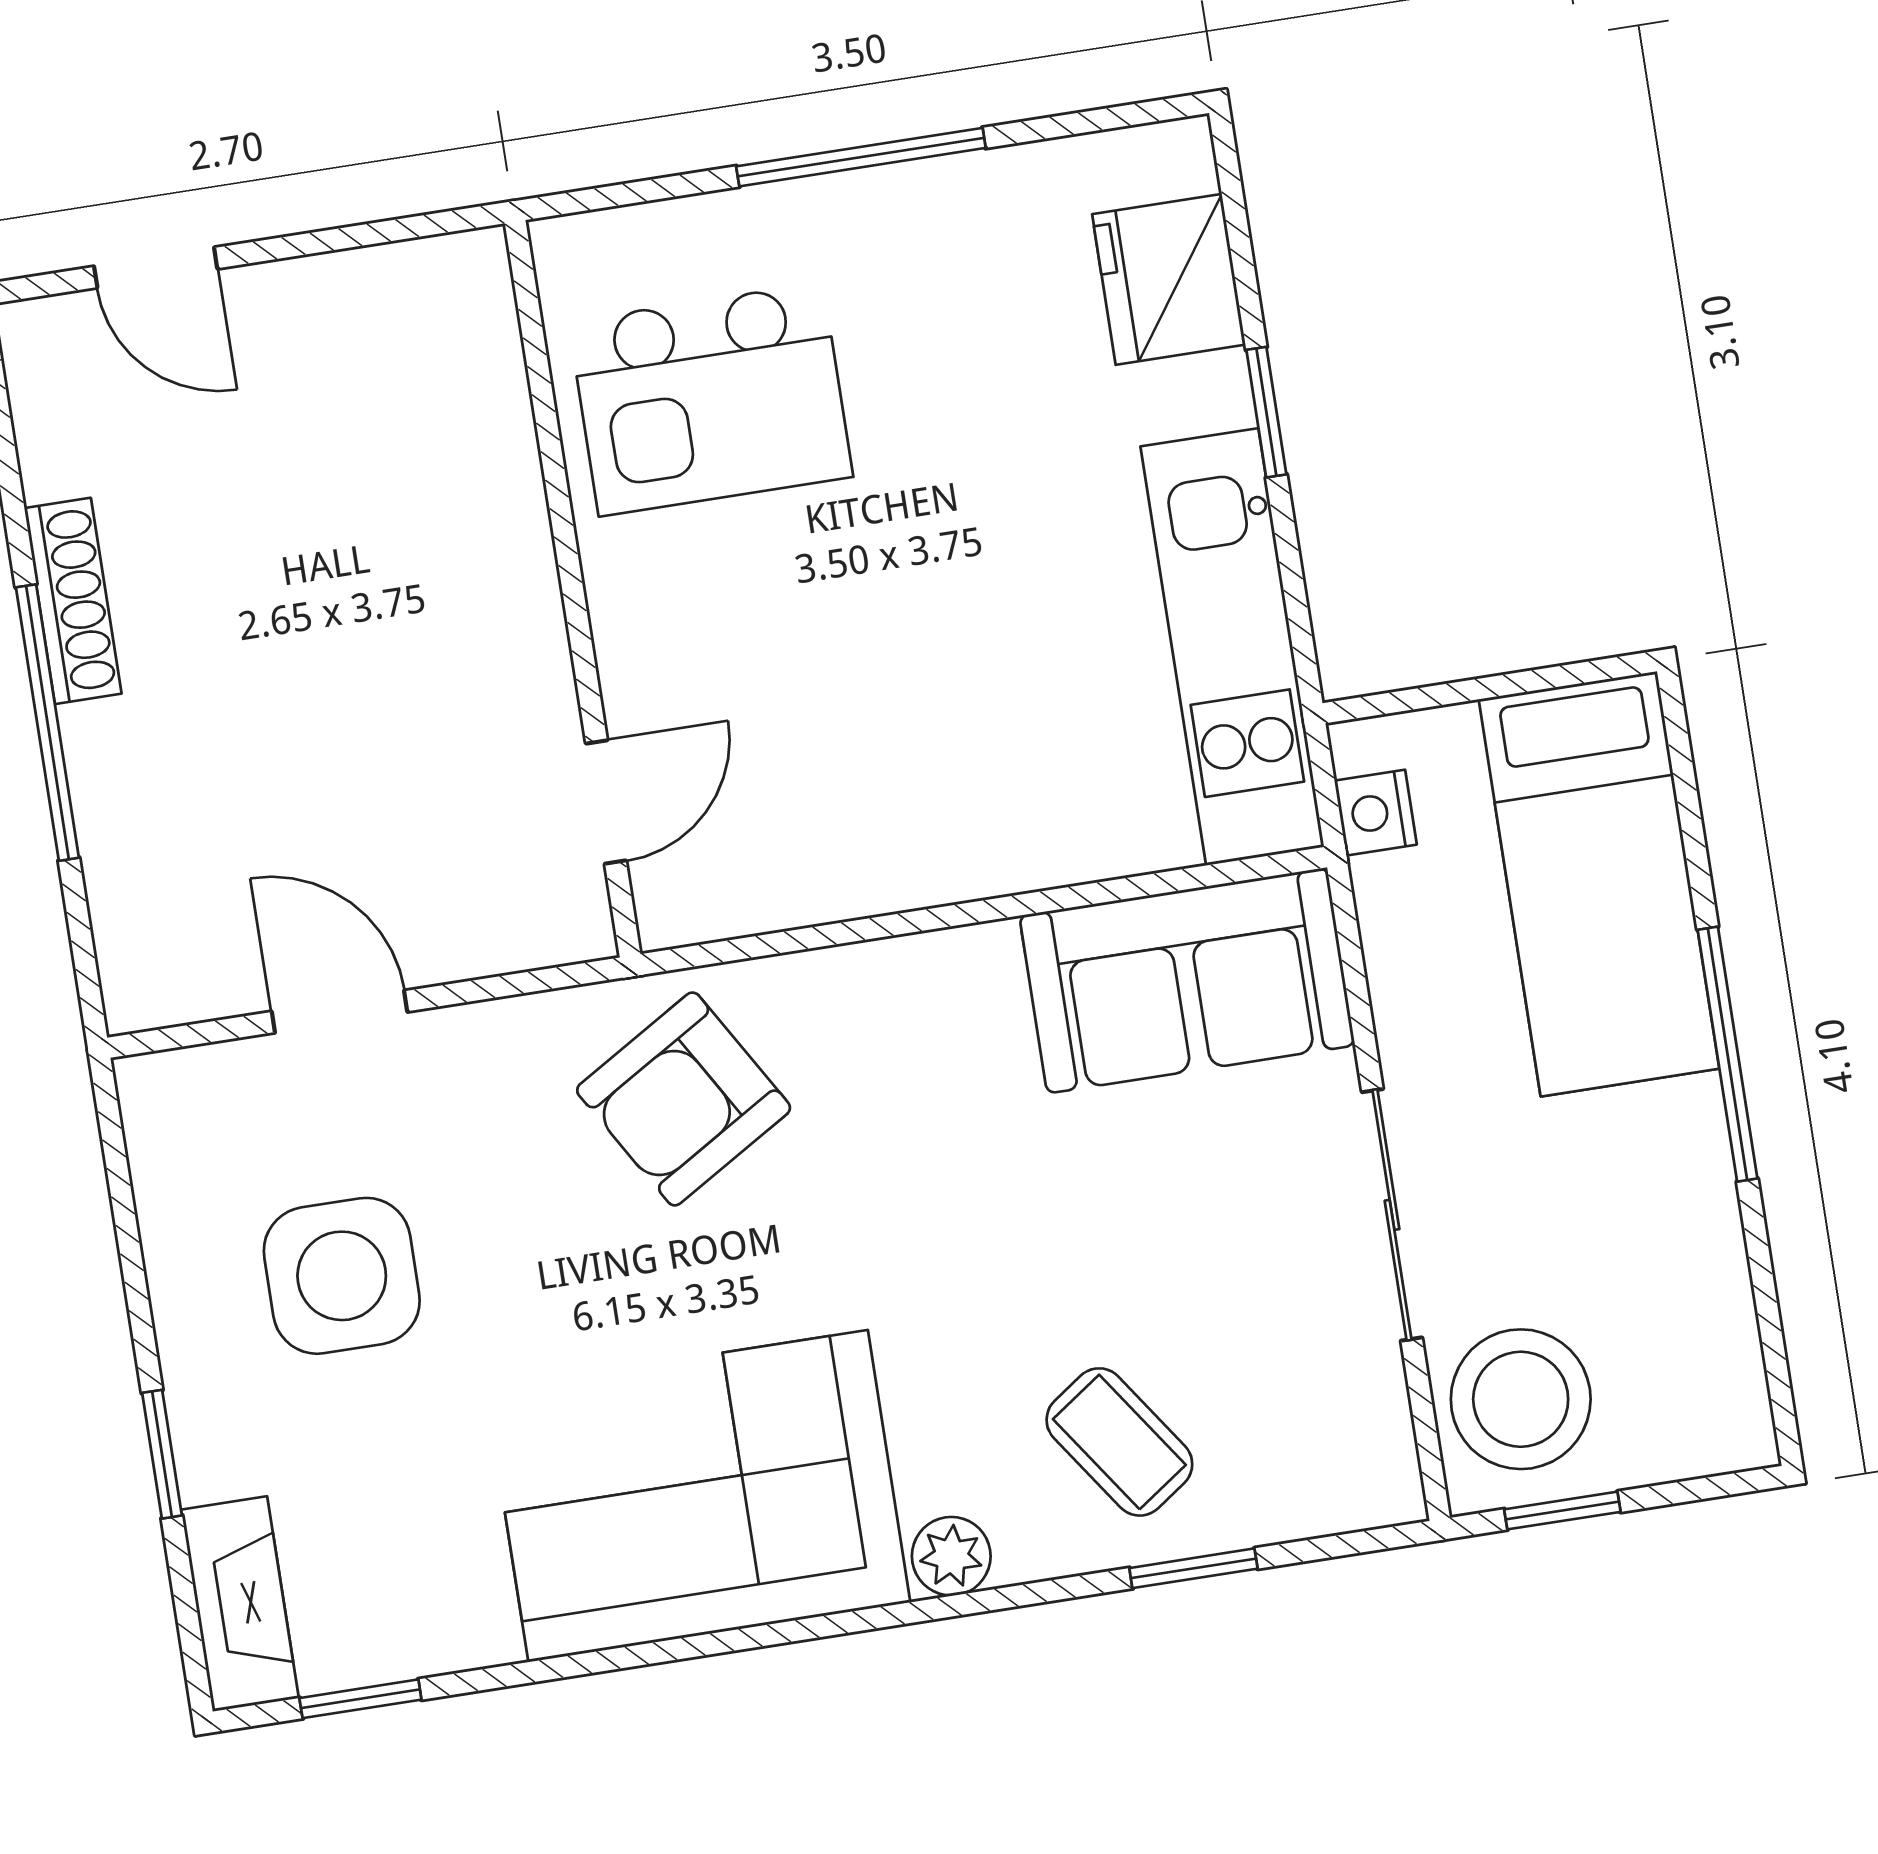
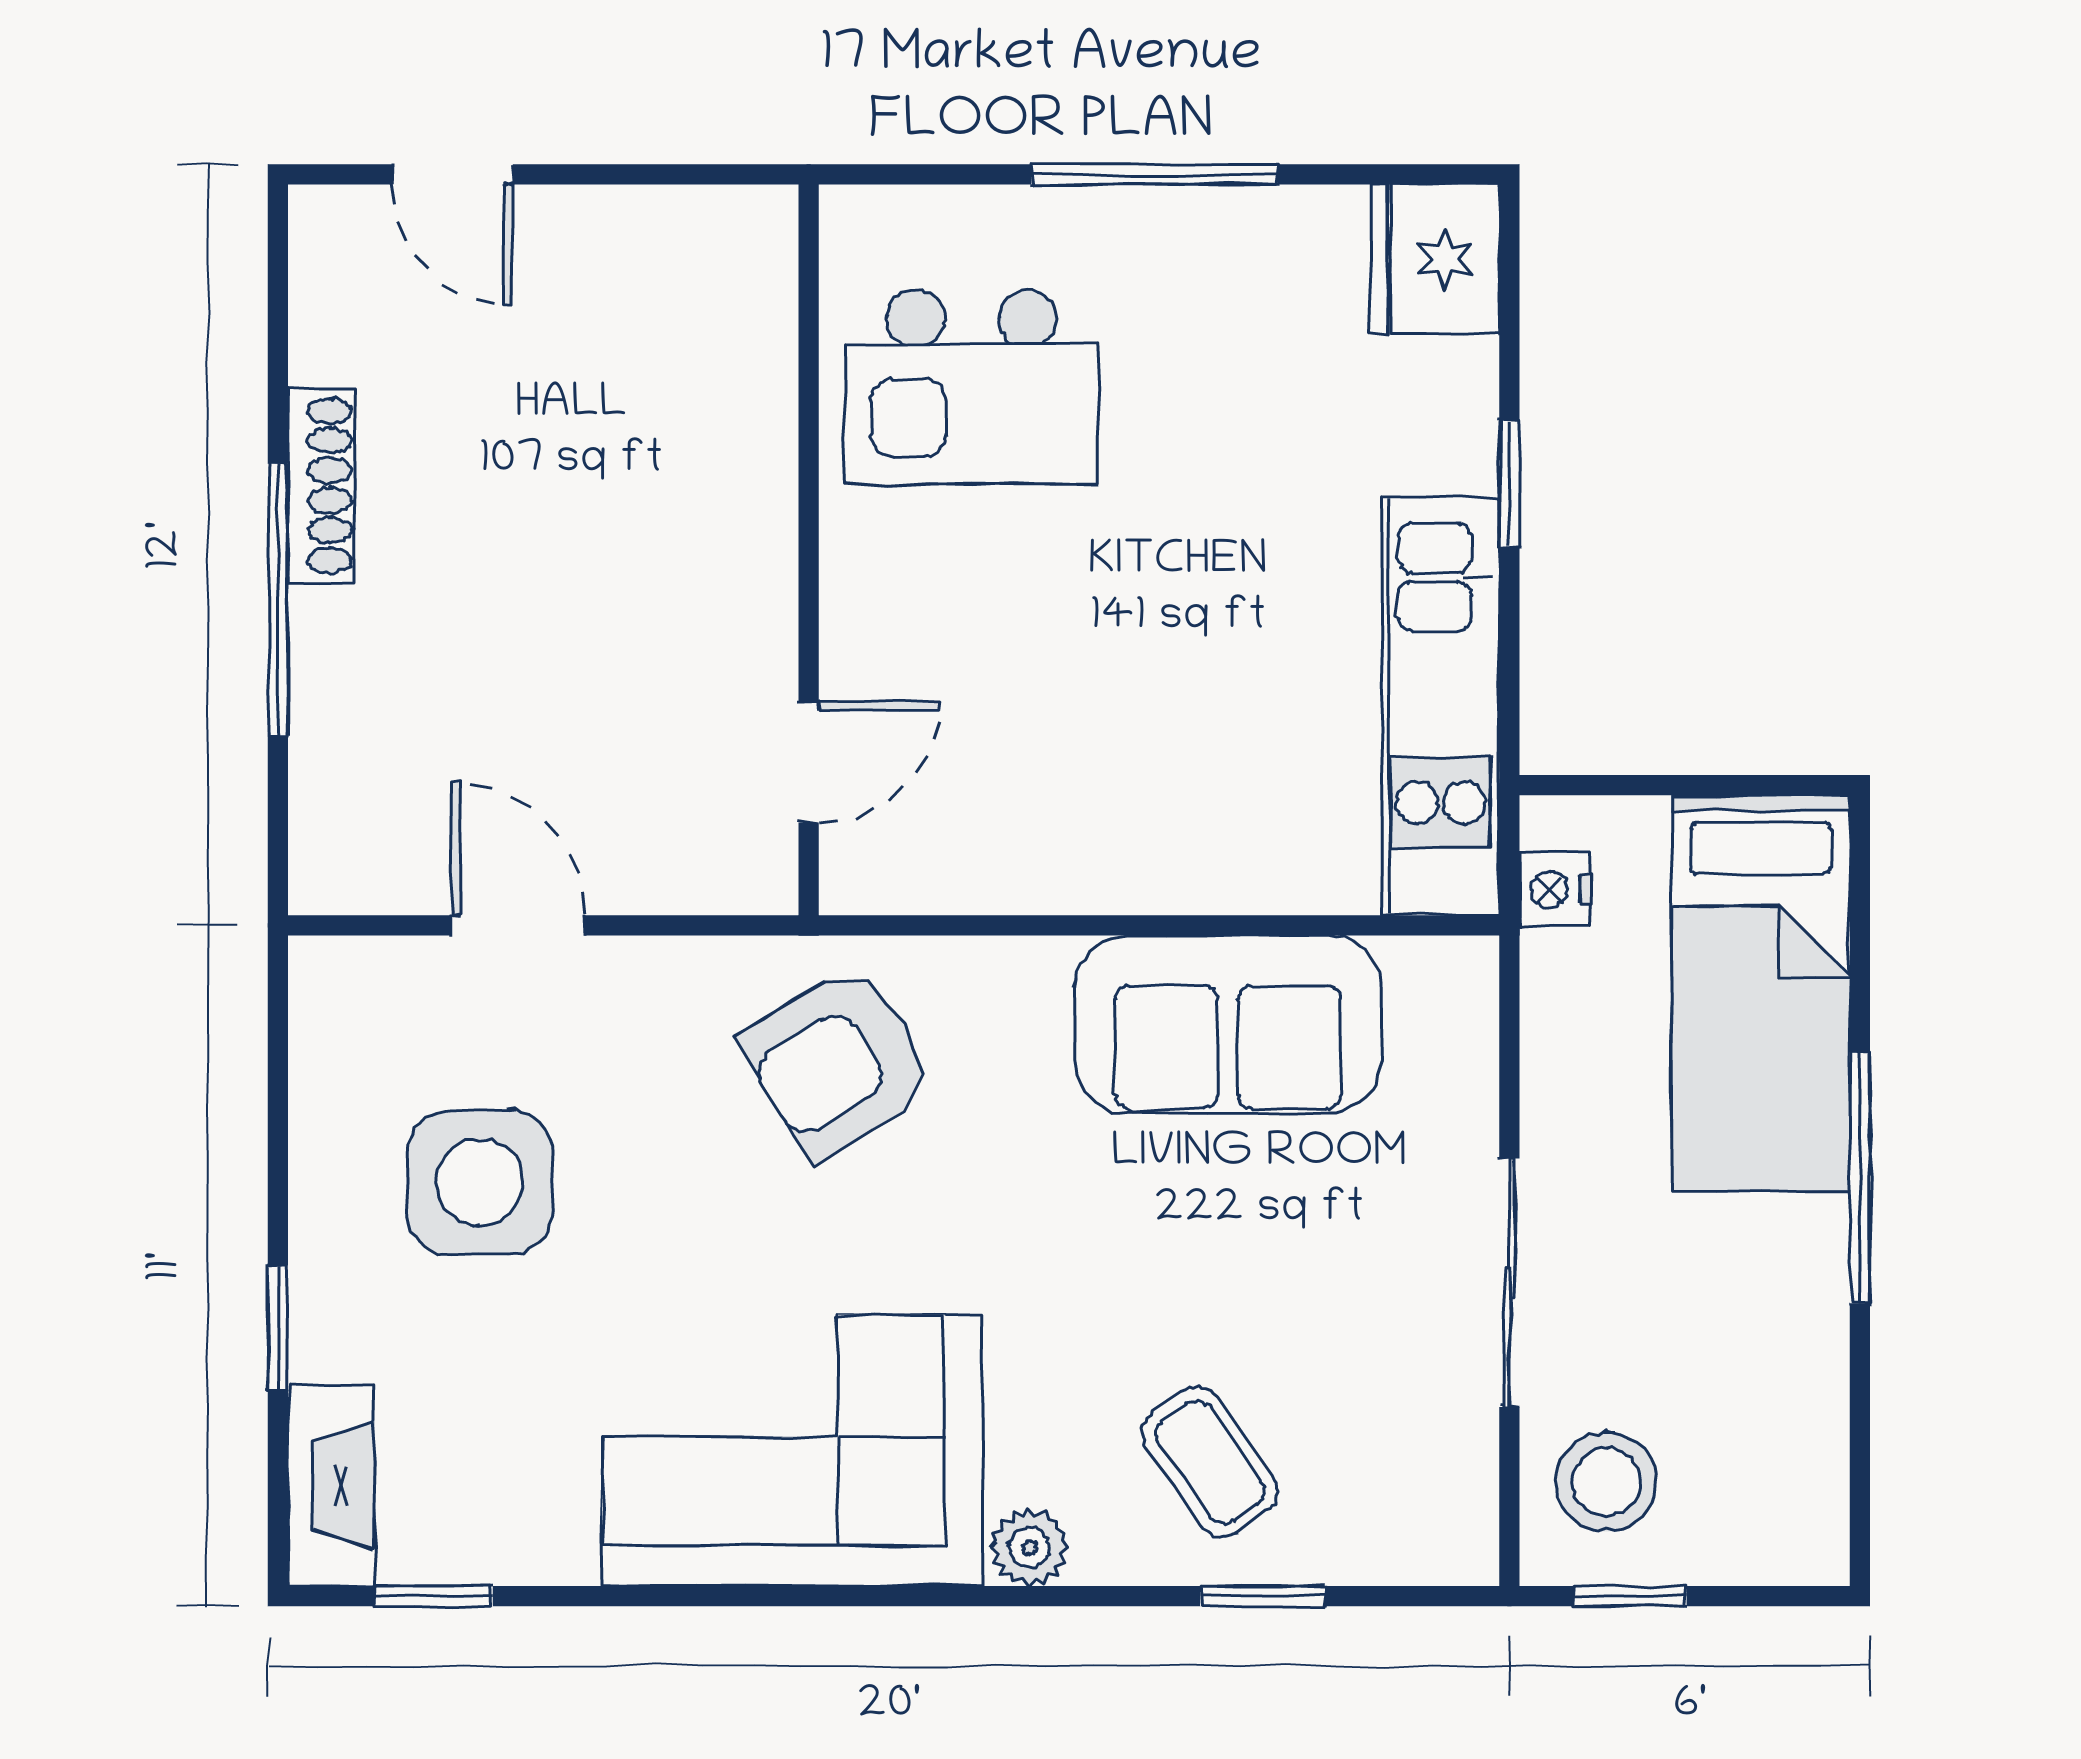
fridge: (1169, 279) -> (1435, 259), moved
sofa: (1187, 980) -> (1228, 1024), moved
stool: (1521, 1399) -> (1606, 1482), width x0.73, depth x0.73

